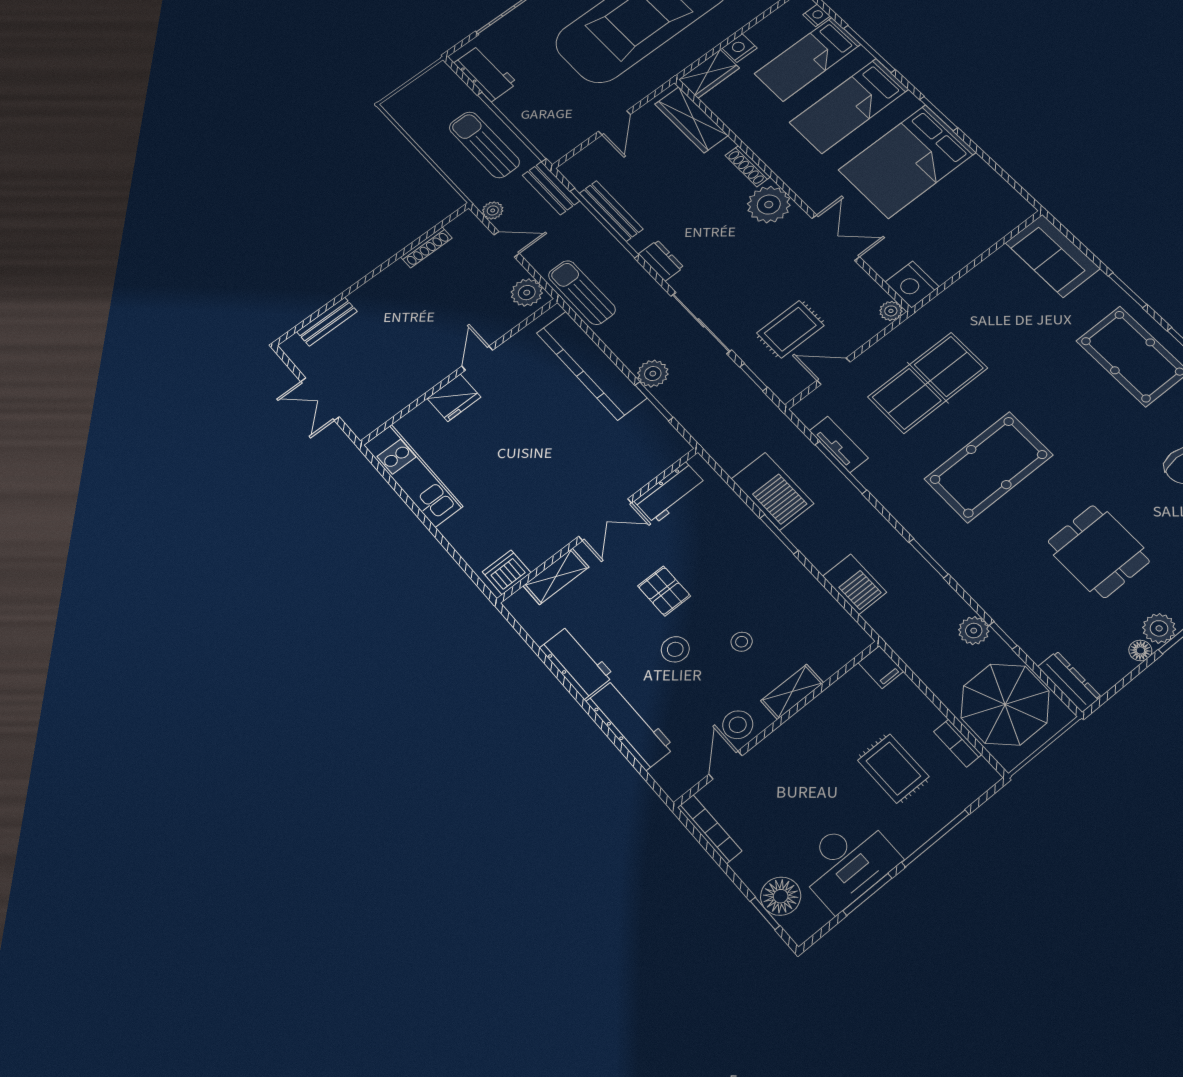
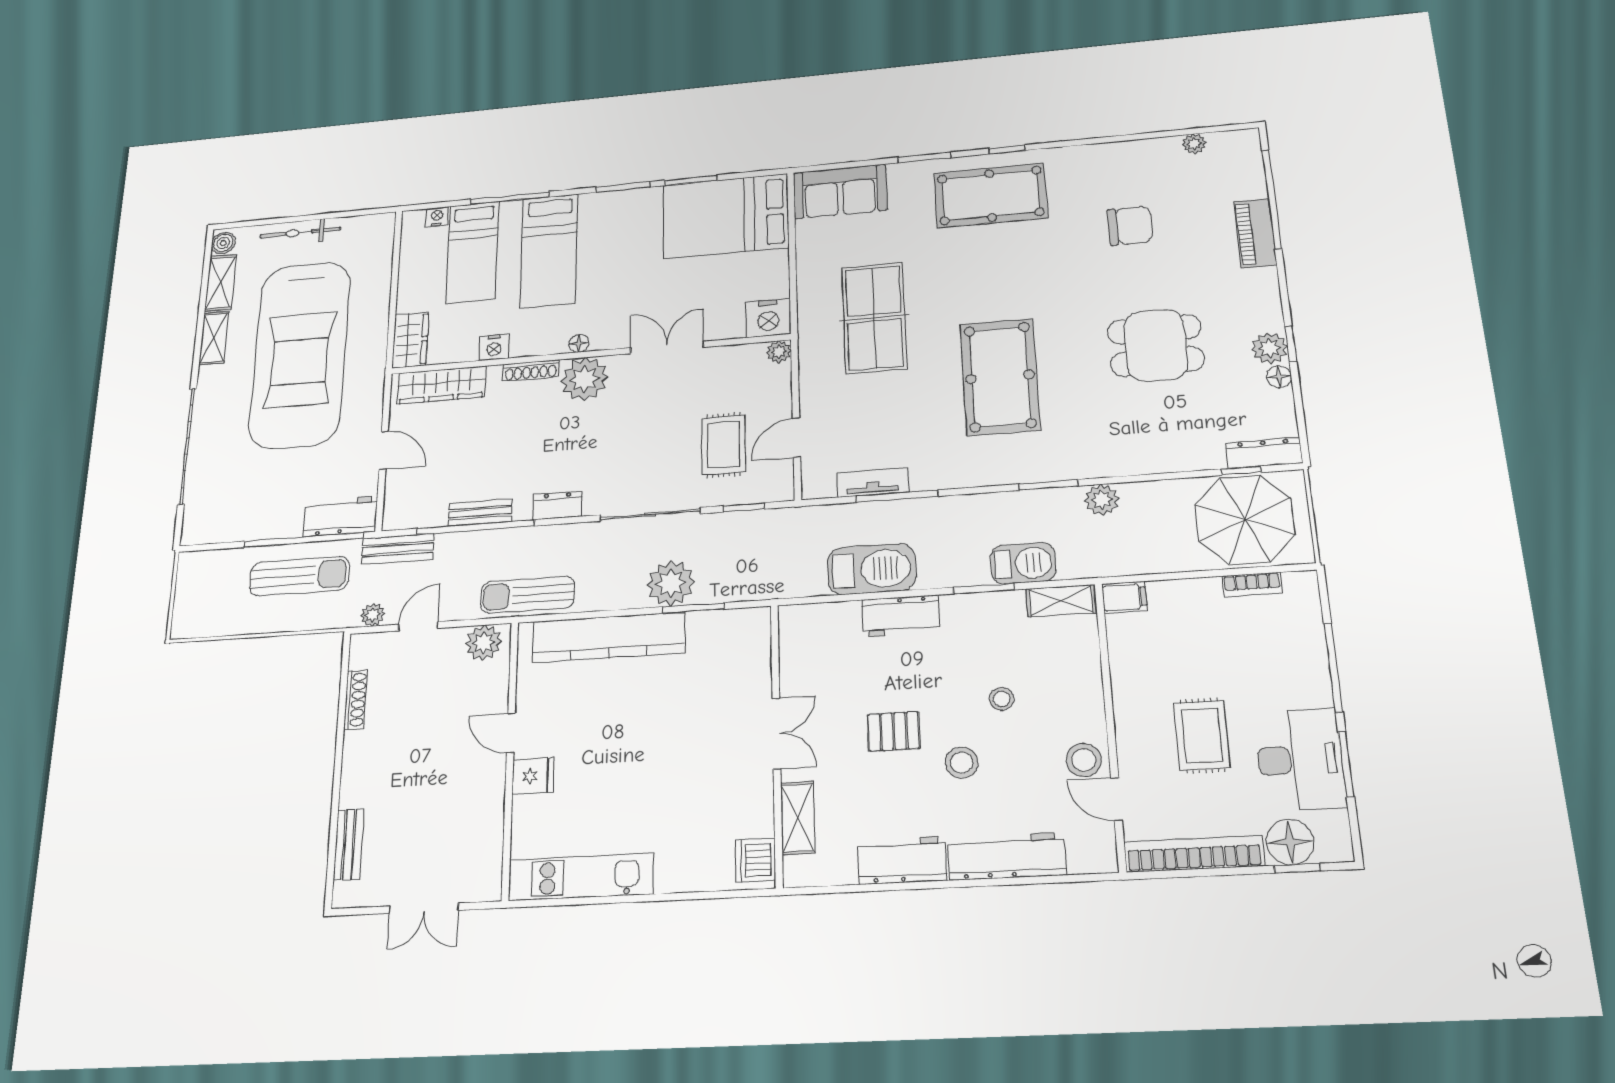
nightstand: (740, 48) -> (494, 347), moved, turned -90
workbench: (486, 73) -> (340, 516), moved
sun lounger: (484, 145) -> (299, 576), turned 180
window: (981, 153) -> (691, 180), added
bed: (907, 161) -> (726, 216), moved, turned 90
floor lamp: (793, 180) -> (579, 343), added
bench: (611, 211) -> (480, 512), width x0.73
plant: (653, 374) -> (671, 583), width x1.36, depth x1.36
table tennis table: (928, 383) -> (874, 318), moved
fridge: (454, 398) -> (533, 776), width x0.72
workbench: (670, 493) -> (901, 616), moved, turned 90
window: (779, 534) -> (984, 589), moved
plant: (974, 631) -> (1102, 500), moved
window: (1003, 635) -> (1241, 471), moved
shelving: (792, 692) -> (1061, 601), moved, turned 90
rug: (893, 768) -> (1202, 736), moved, turned 90
bookcase: (710, 829) -> (1194, 854), width x1.48, depth x1.31

